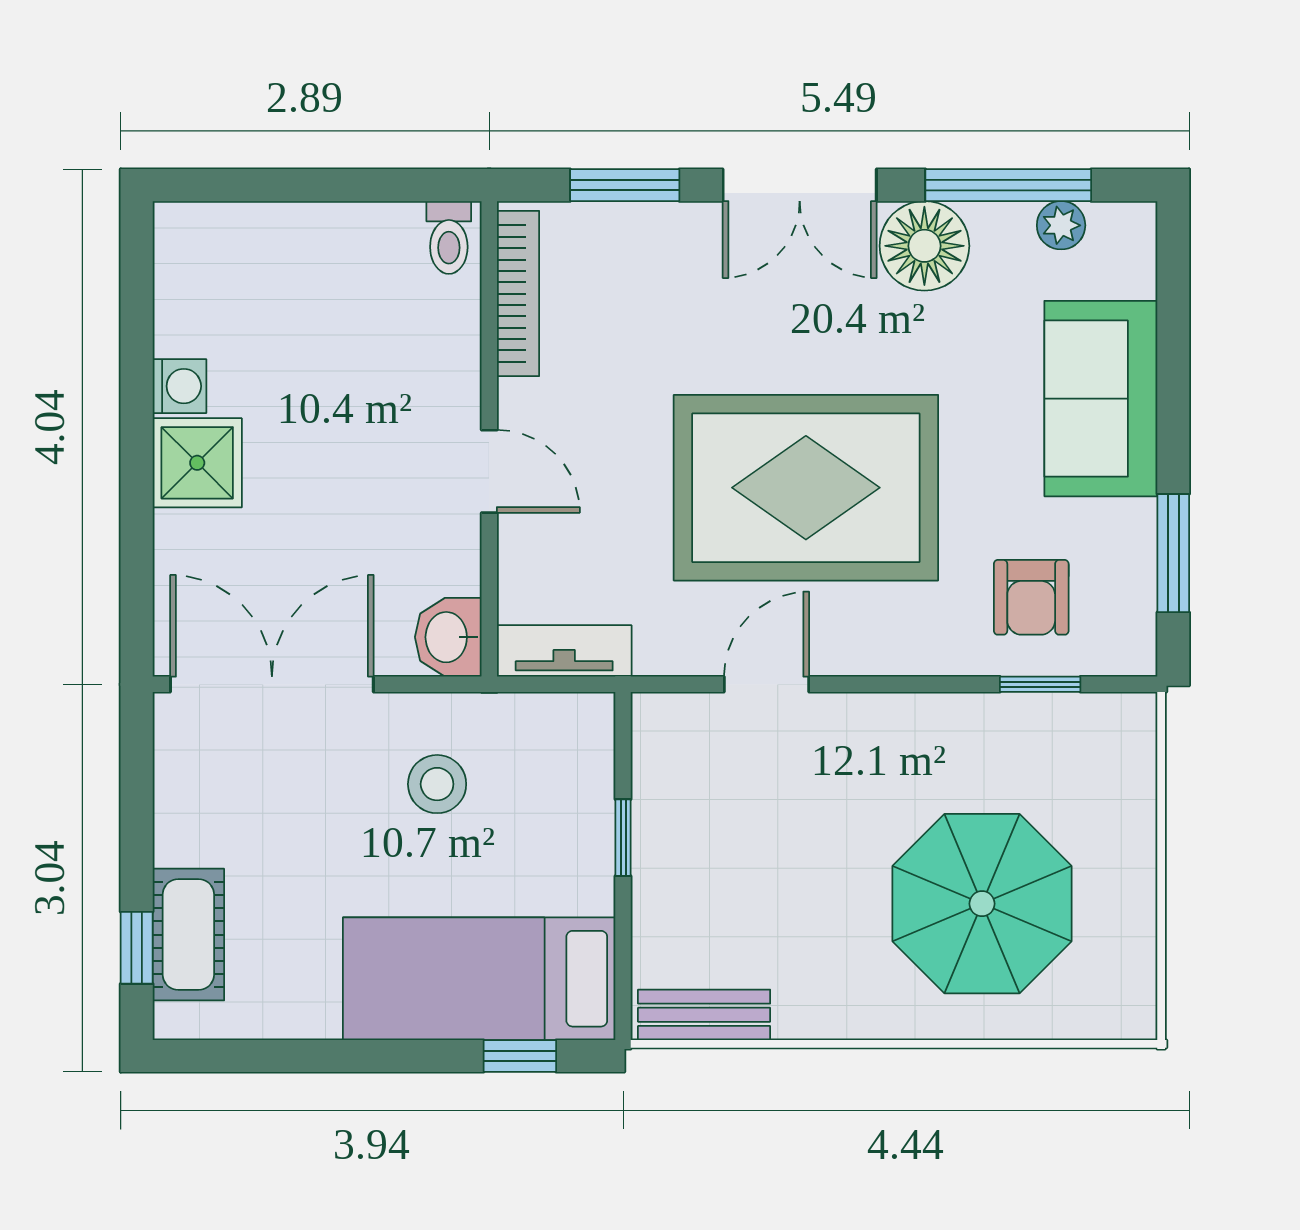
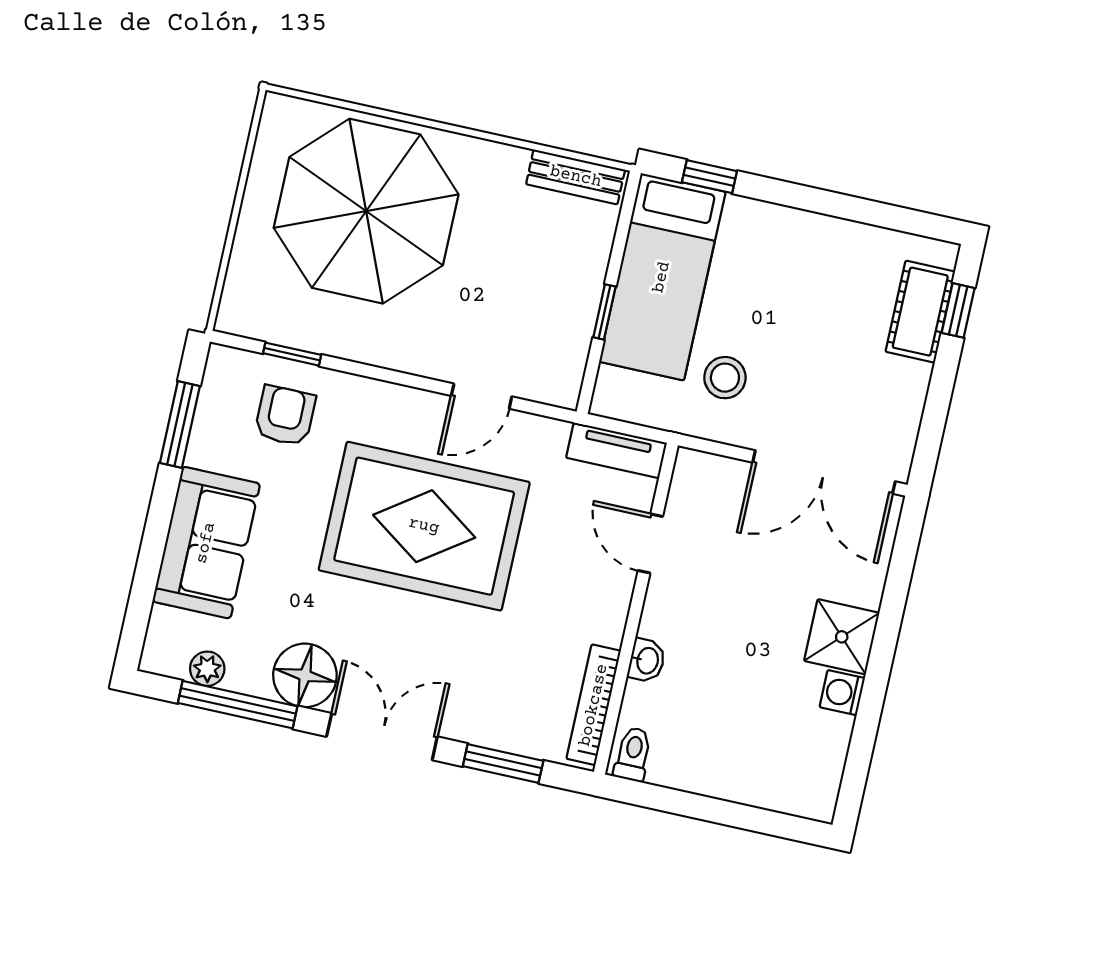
door: (489, 471) -> (650, 543), moved
washbasin: (448, 637) -> (647, 661), moved, width x0.72, depth x0.69
parasol: (982, 904) -> (366, 211), width x1.36, depth x1.36
bed: (479, 979) -> (662, 277), moved, turned 90

